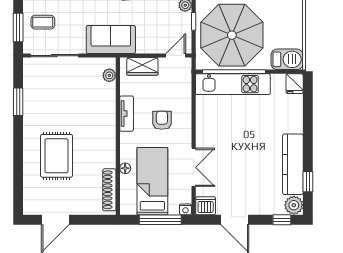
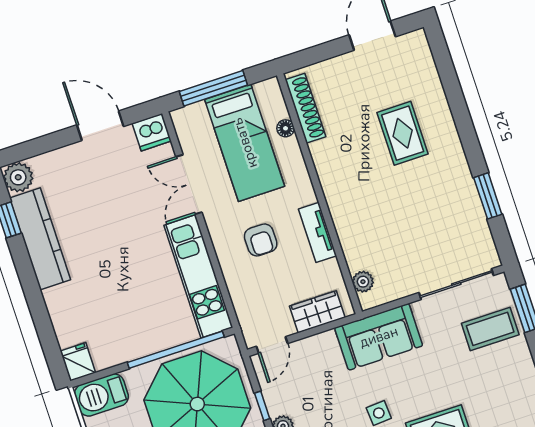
coffee table: (43, 22) -> (490, 329), width x1.36, depth x1.30
kitchen unit: (233, 84) -> (198, 276), moved, turned -90
rug: (56, 156) -> (403, 133), width x0.73, depth x0.70
floor lamp: (125, 168) -> (286, 128), moved
nightstand: (185, 209) -> (180, 117), removed
window: (282, 220) -> (29, 149), removed

